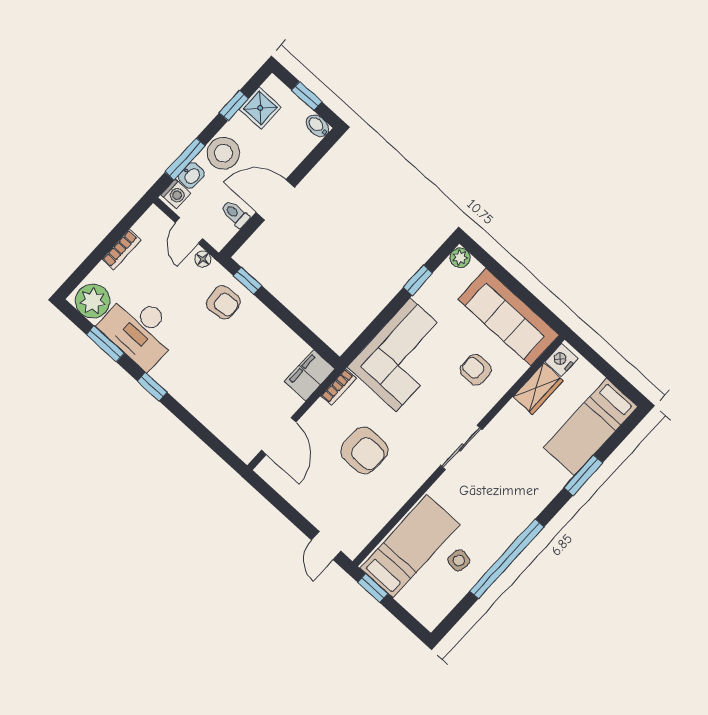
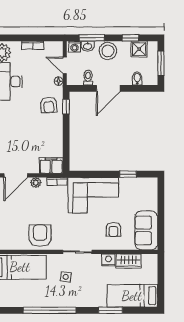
window: (307, 96) -> (161, 63), width x1.50
bidet: (318, 126) -> (137, 78), moved
door: (275, 200) -> (108, 88), swing flipped
door: (189, 231) -> (65, 65), hinge flipped
plant: (460, 258) -> (36, 183), moved
sofa: (508, 317) -> (146, 230), width x0.73
nightstand: (561, 360) -> (108, 260), moved
armchair: (476, 370) -> (113, 230), turned 180
armchair: (364, 450) -> (40, 236), moved, turned 180
side table: (459, 560) -> (66, 277), moved

